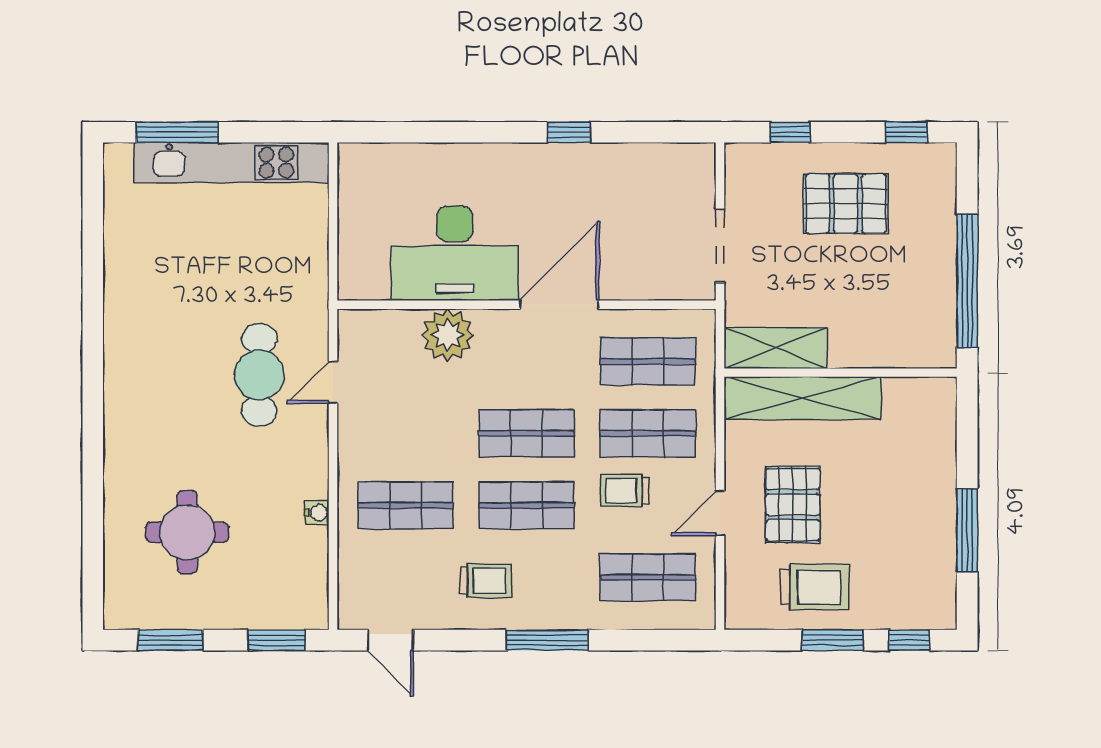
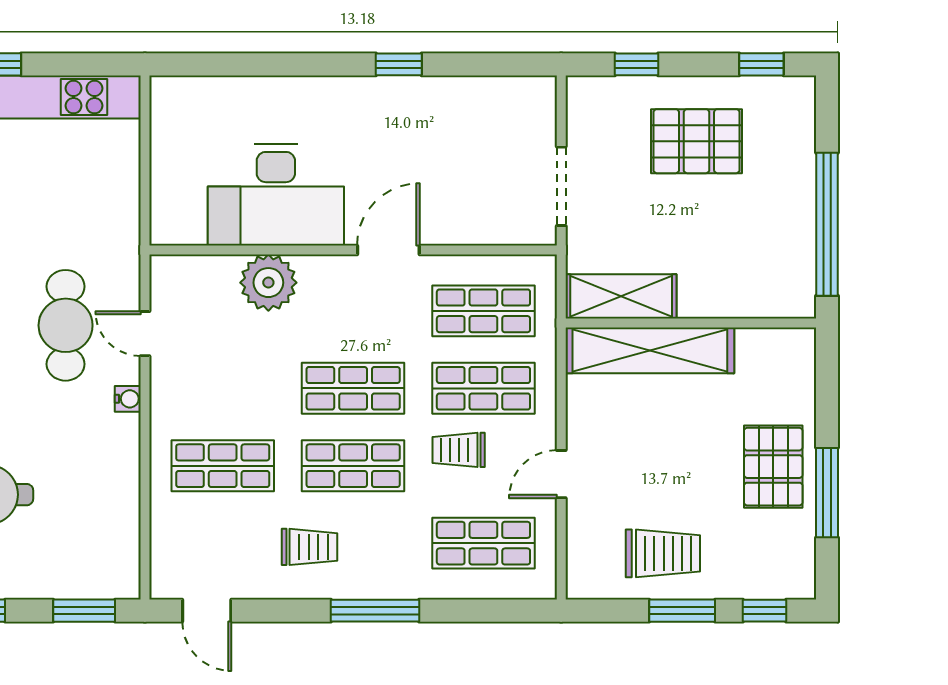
door: (559, 305) -> (388, 250), width x0.73
door: (333, 383) -> (145, 334), hinge flipped
pallet: (793, 505) -> (773, 467), moved
water cooler: (317, 513) -> (128, 399), moved

